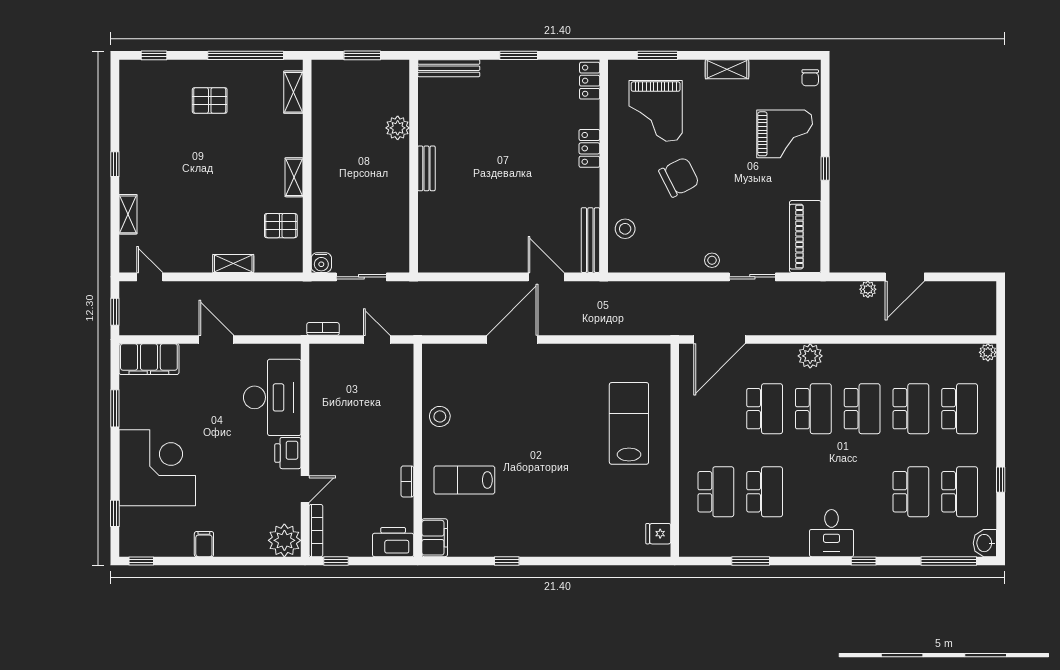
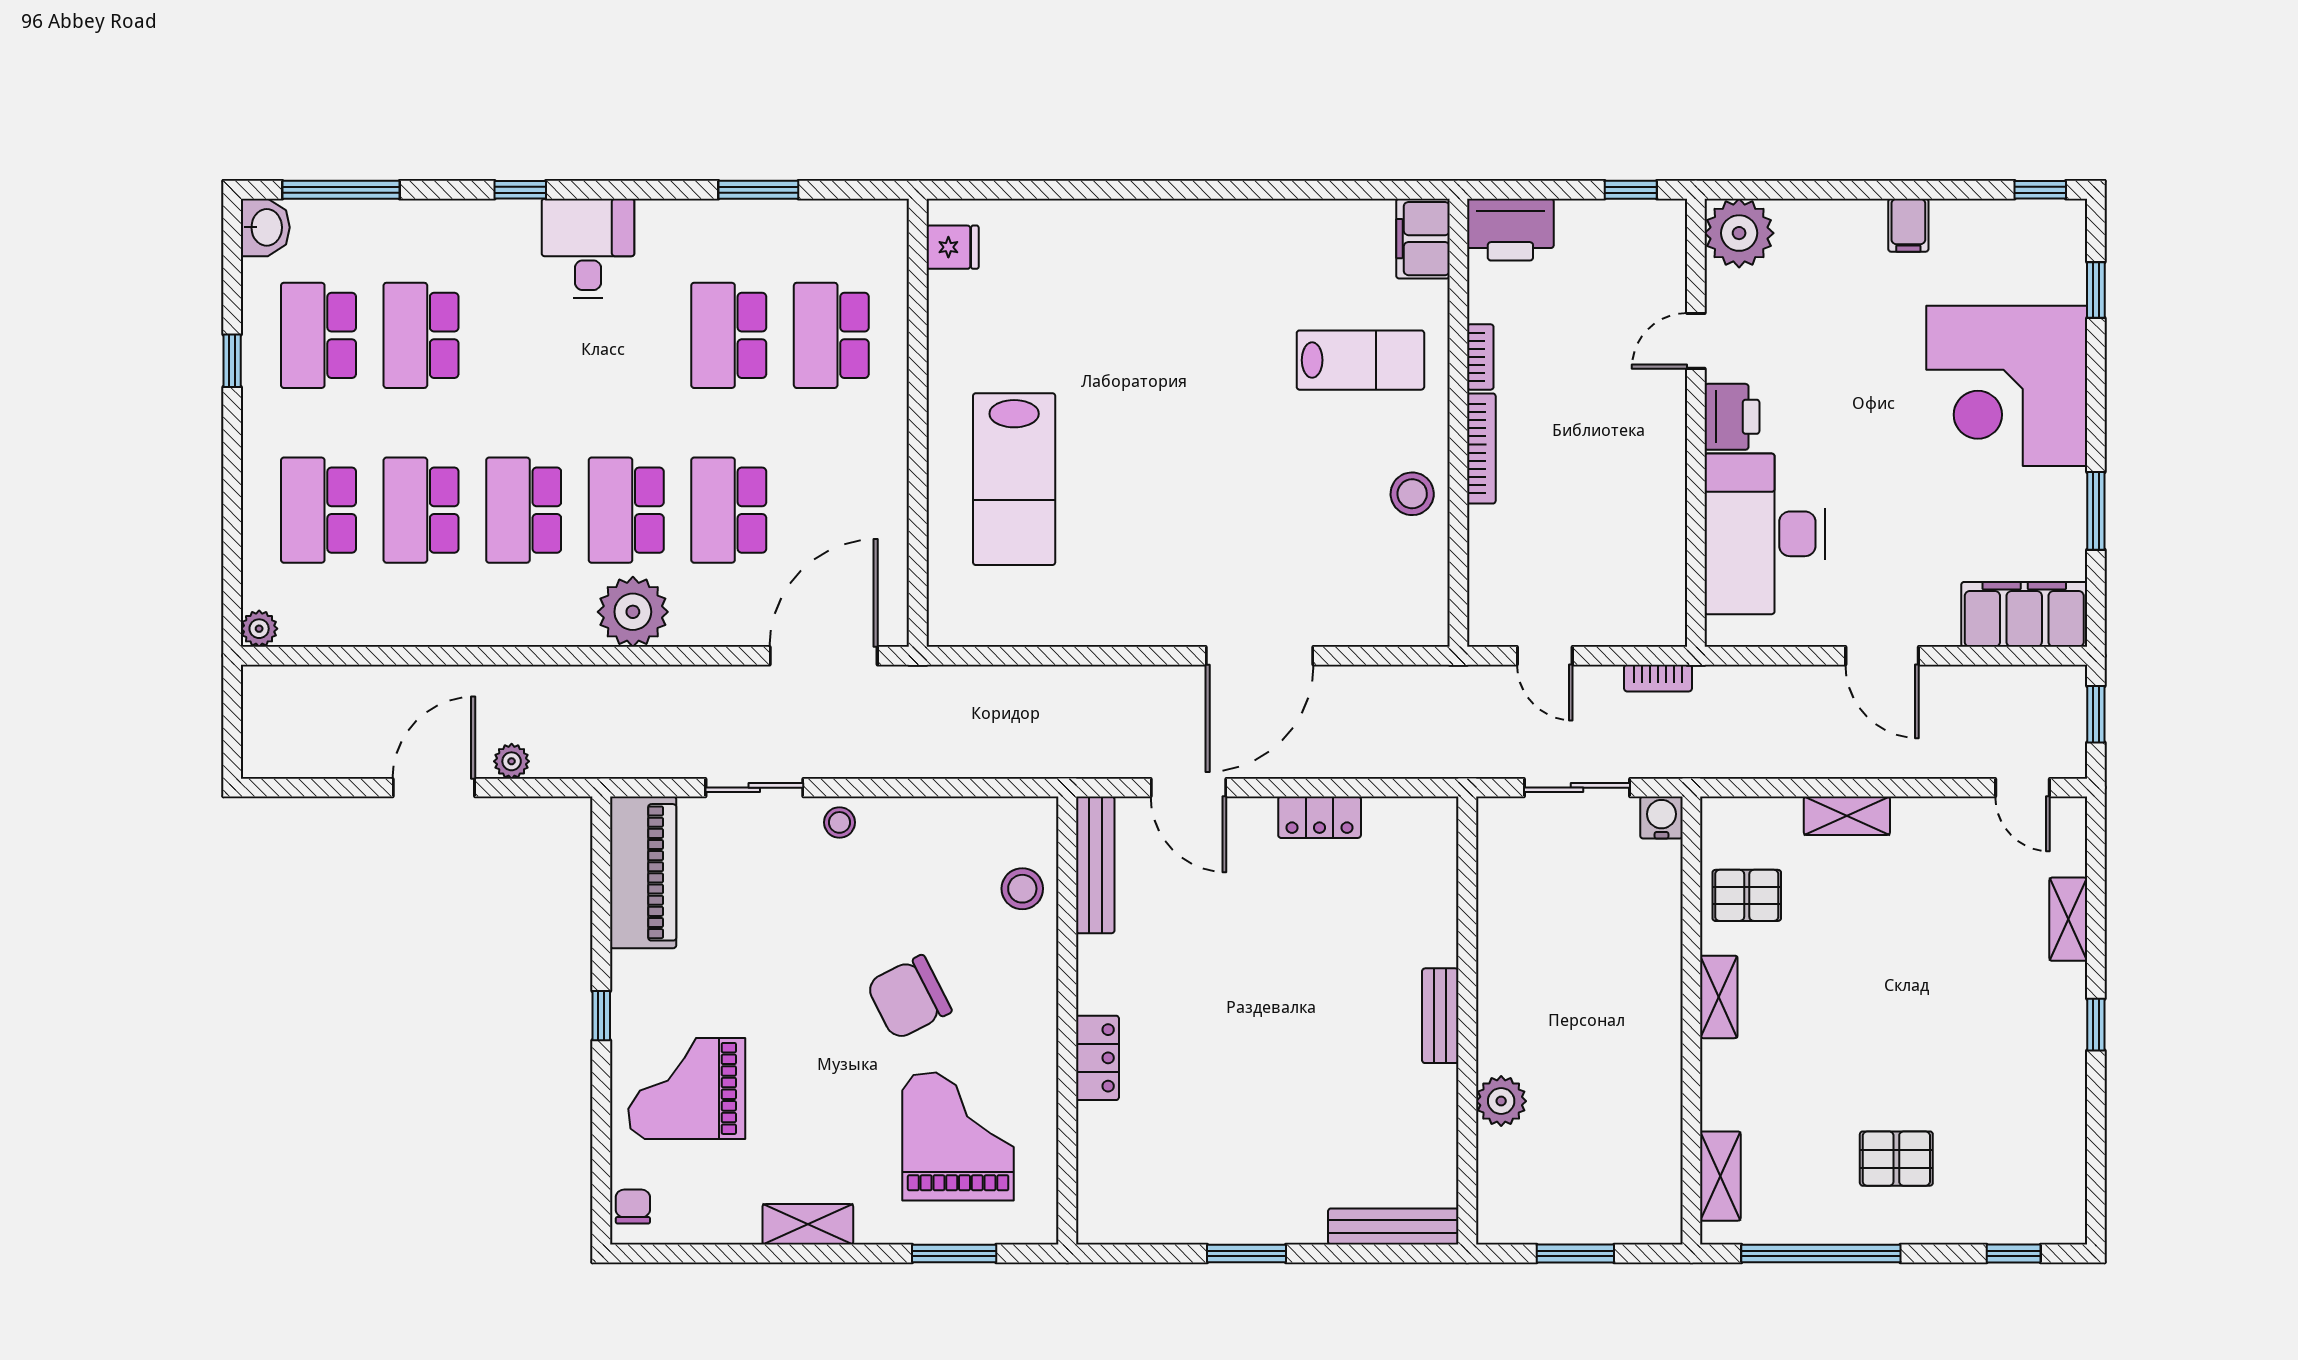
locker: (590, 81) -> (1320, 817), moved, turned 90
plant: (810, 356) -> (633, 612), width x1.36, depth x1.36
bookcase: (316, 531) -> (1481, 449), moved, turned 180
window: (507, 561) -> (1271, 190), removed

